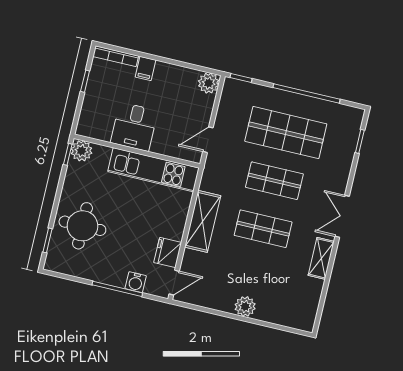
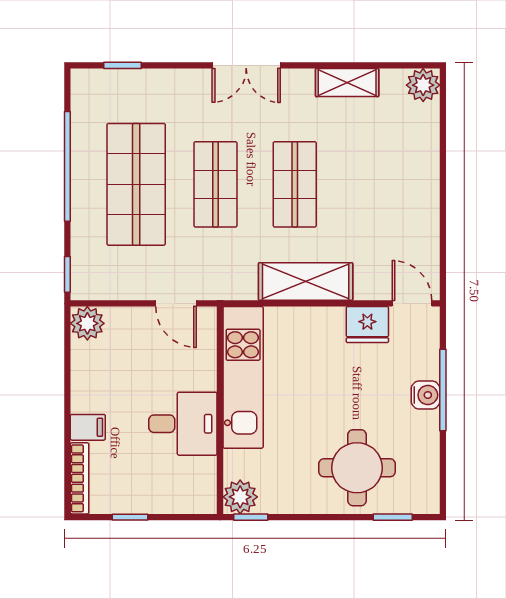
shelving: (321, 258) -> (347, 83), moved
water cooler: (136, 282) -> (426, 395), moved
plant: (245, 307) -> (423, 85), moved

